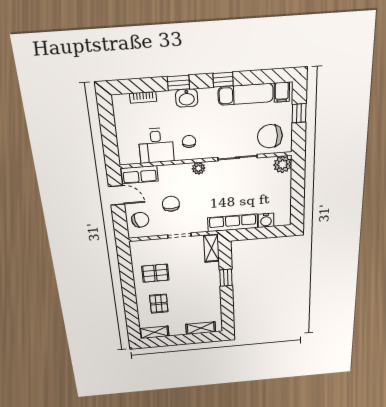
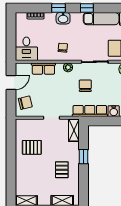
desk: (156, 146) -> (26, 49), moved
row of seats: (140, 175) -> (43, 69), moved
door: (117, 195) -> (11, 82), hinge flipped
chair: (171, 204) -> (85, 86), moved
pallet: (159, 304) -> (62, 170), moved

